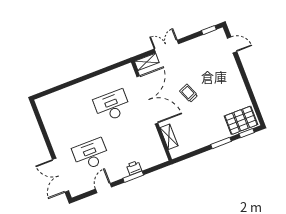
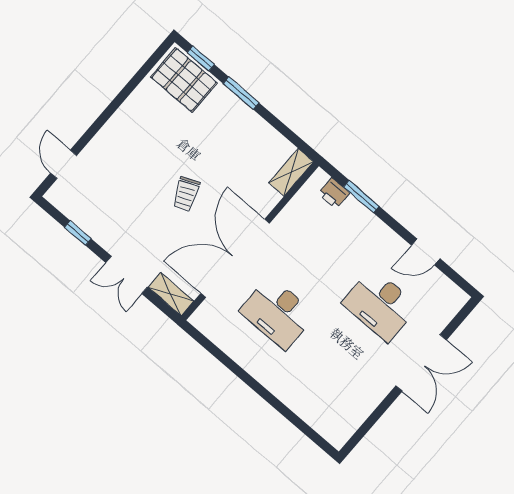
window: (209, 30) -> (78, 233), moved
shelving: (169, 137) -> (291, 172), moved
printer: (134, 168) -> (334, 193), moved
double door: (61, 175) -> (421, 363), moved
window: (133, 177) -> (361, 197), moved

